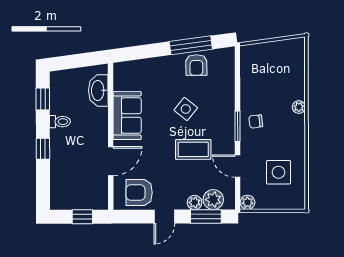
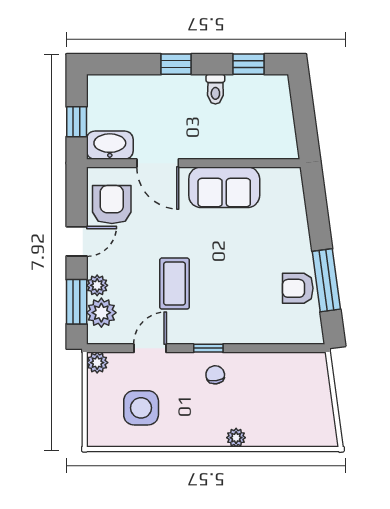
washbasin: (98, 90) -> (110, 145), moved
side table: (186, 109) -> (234, 273), removed
window: (238, 126) -> (208, 348), width x0.67
door: (164, 217) -> (77, 241), swing flipped

